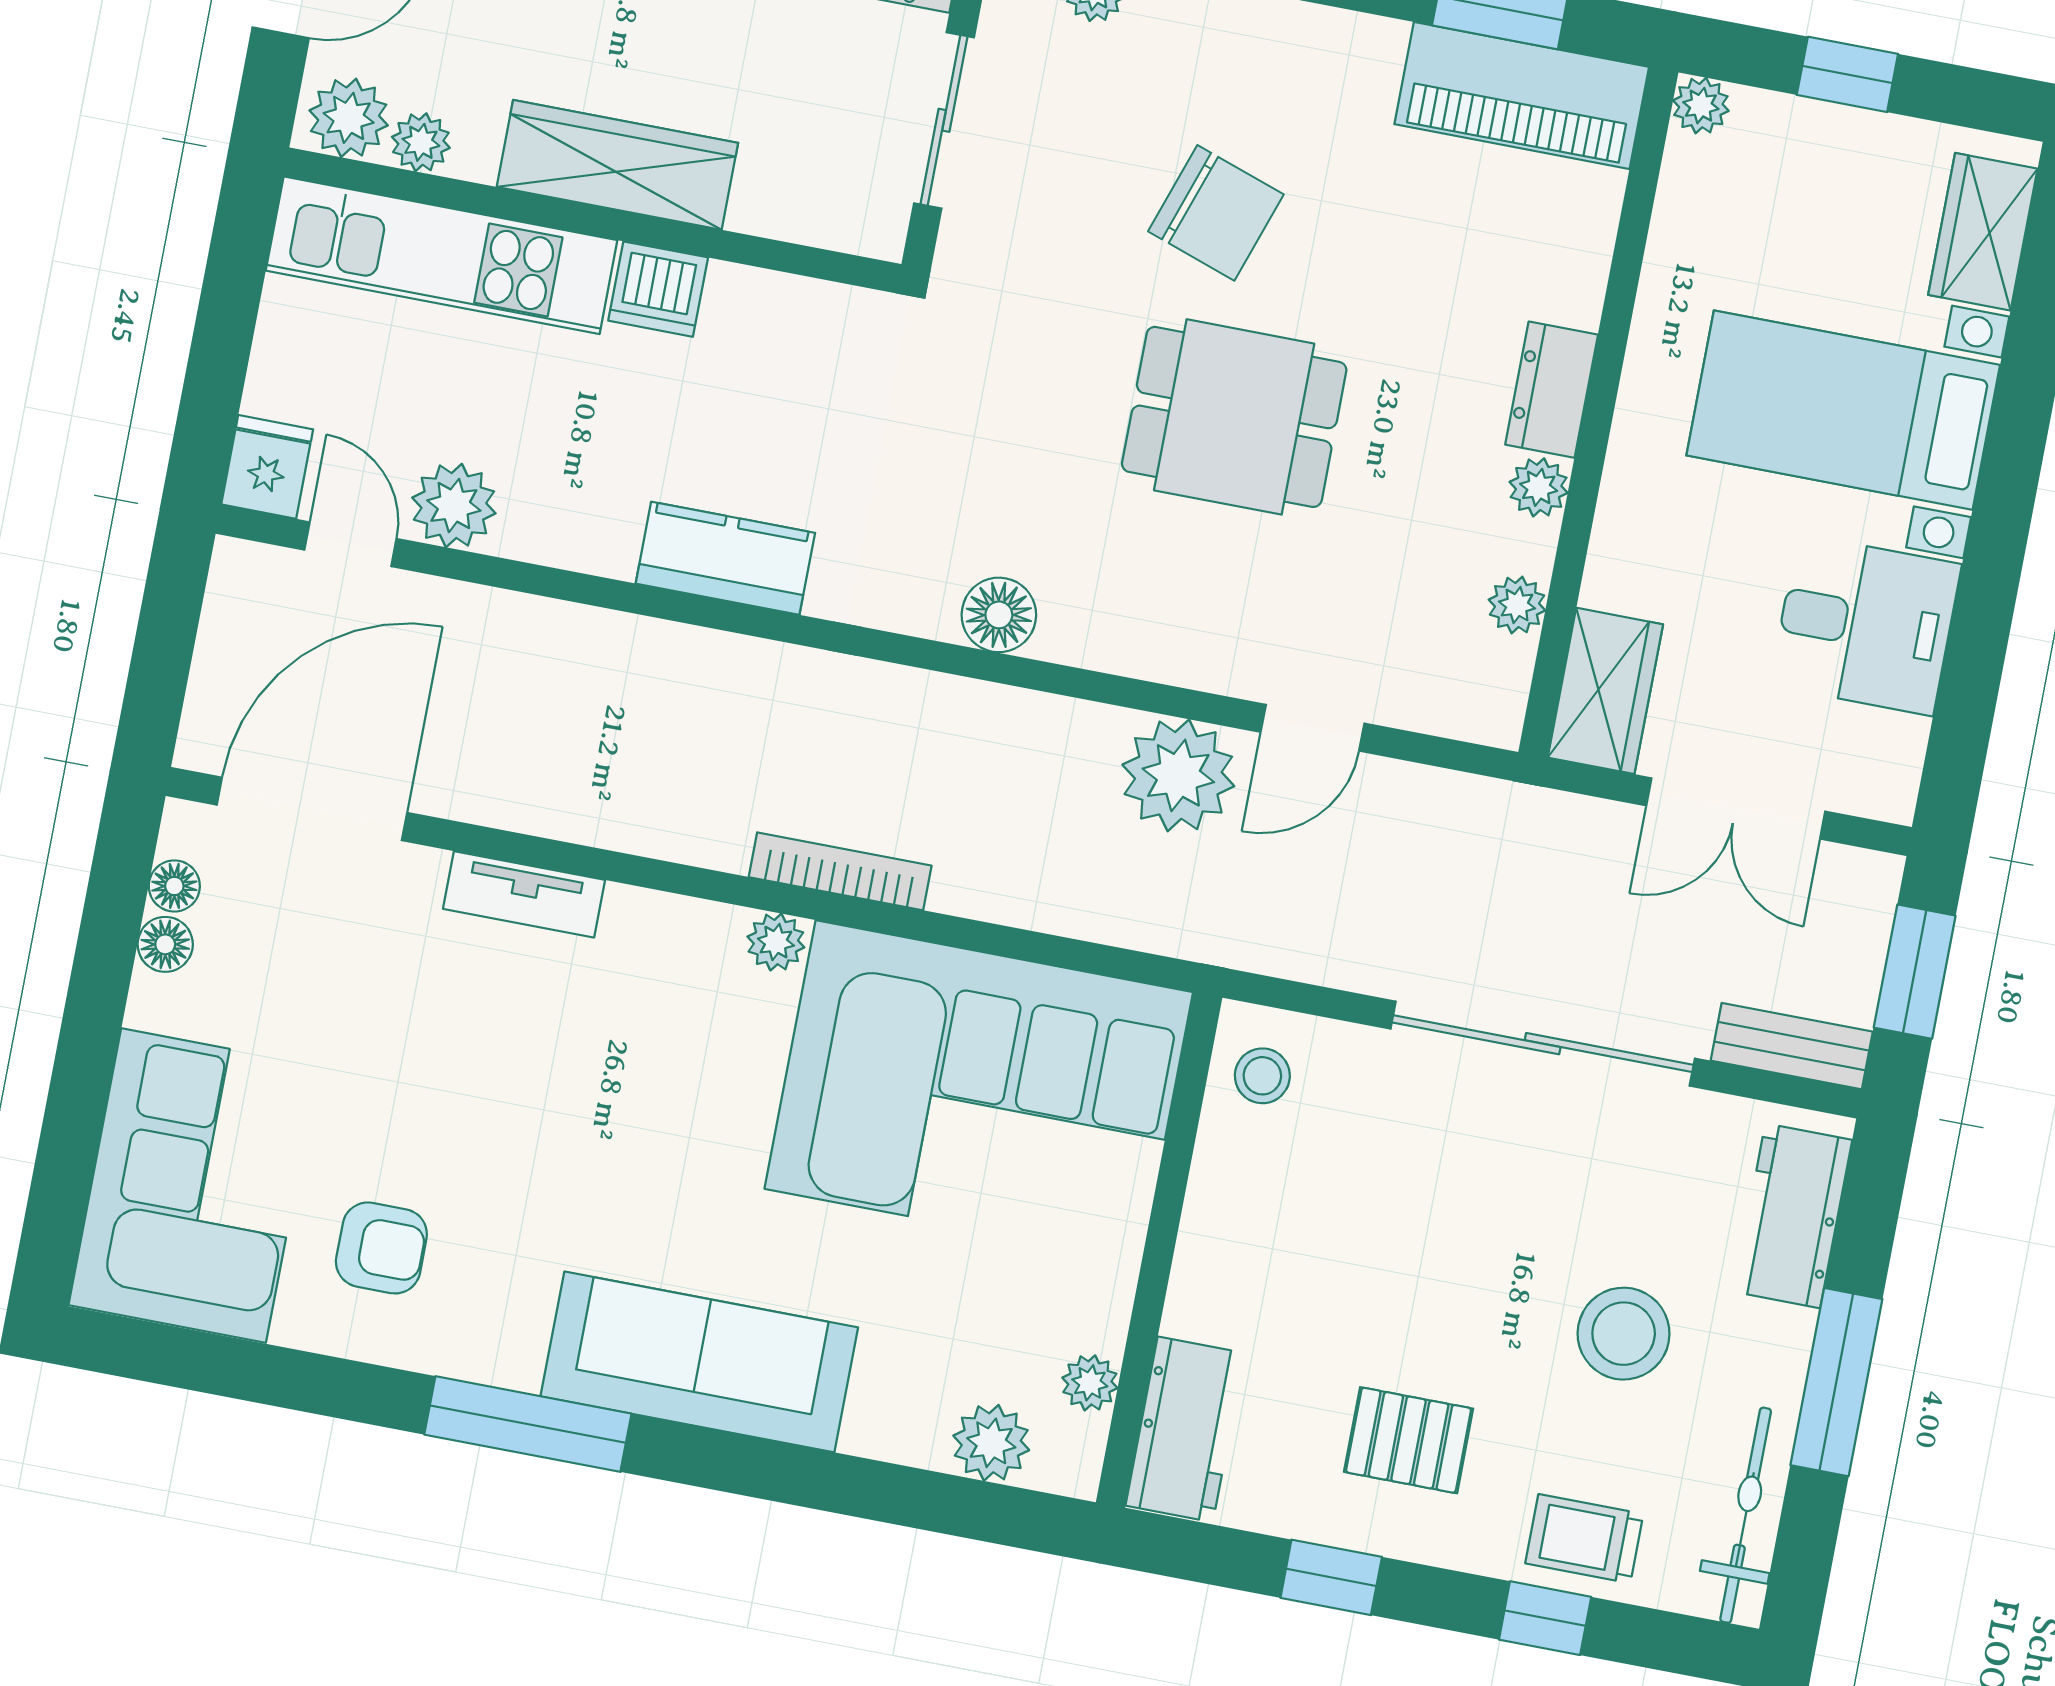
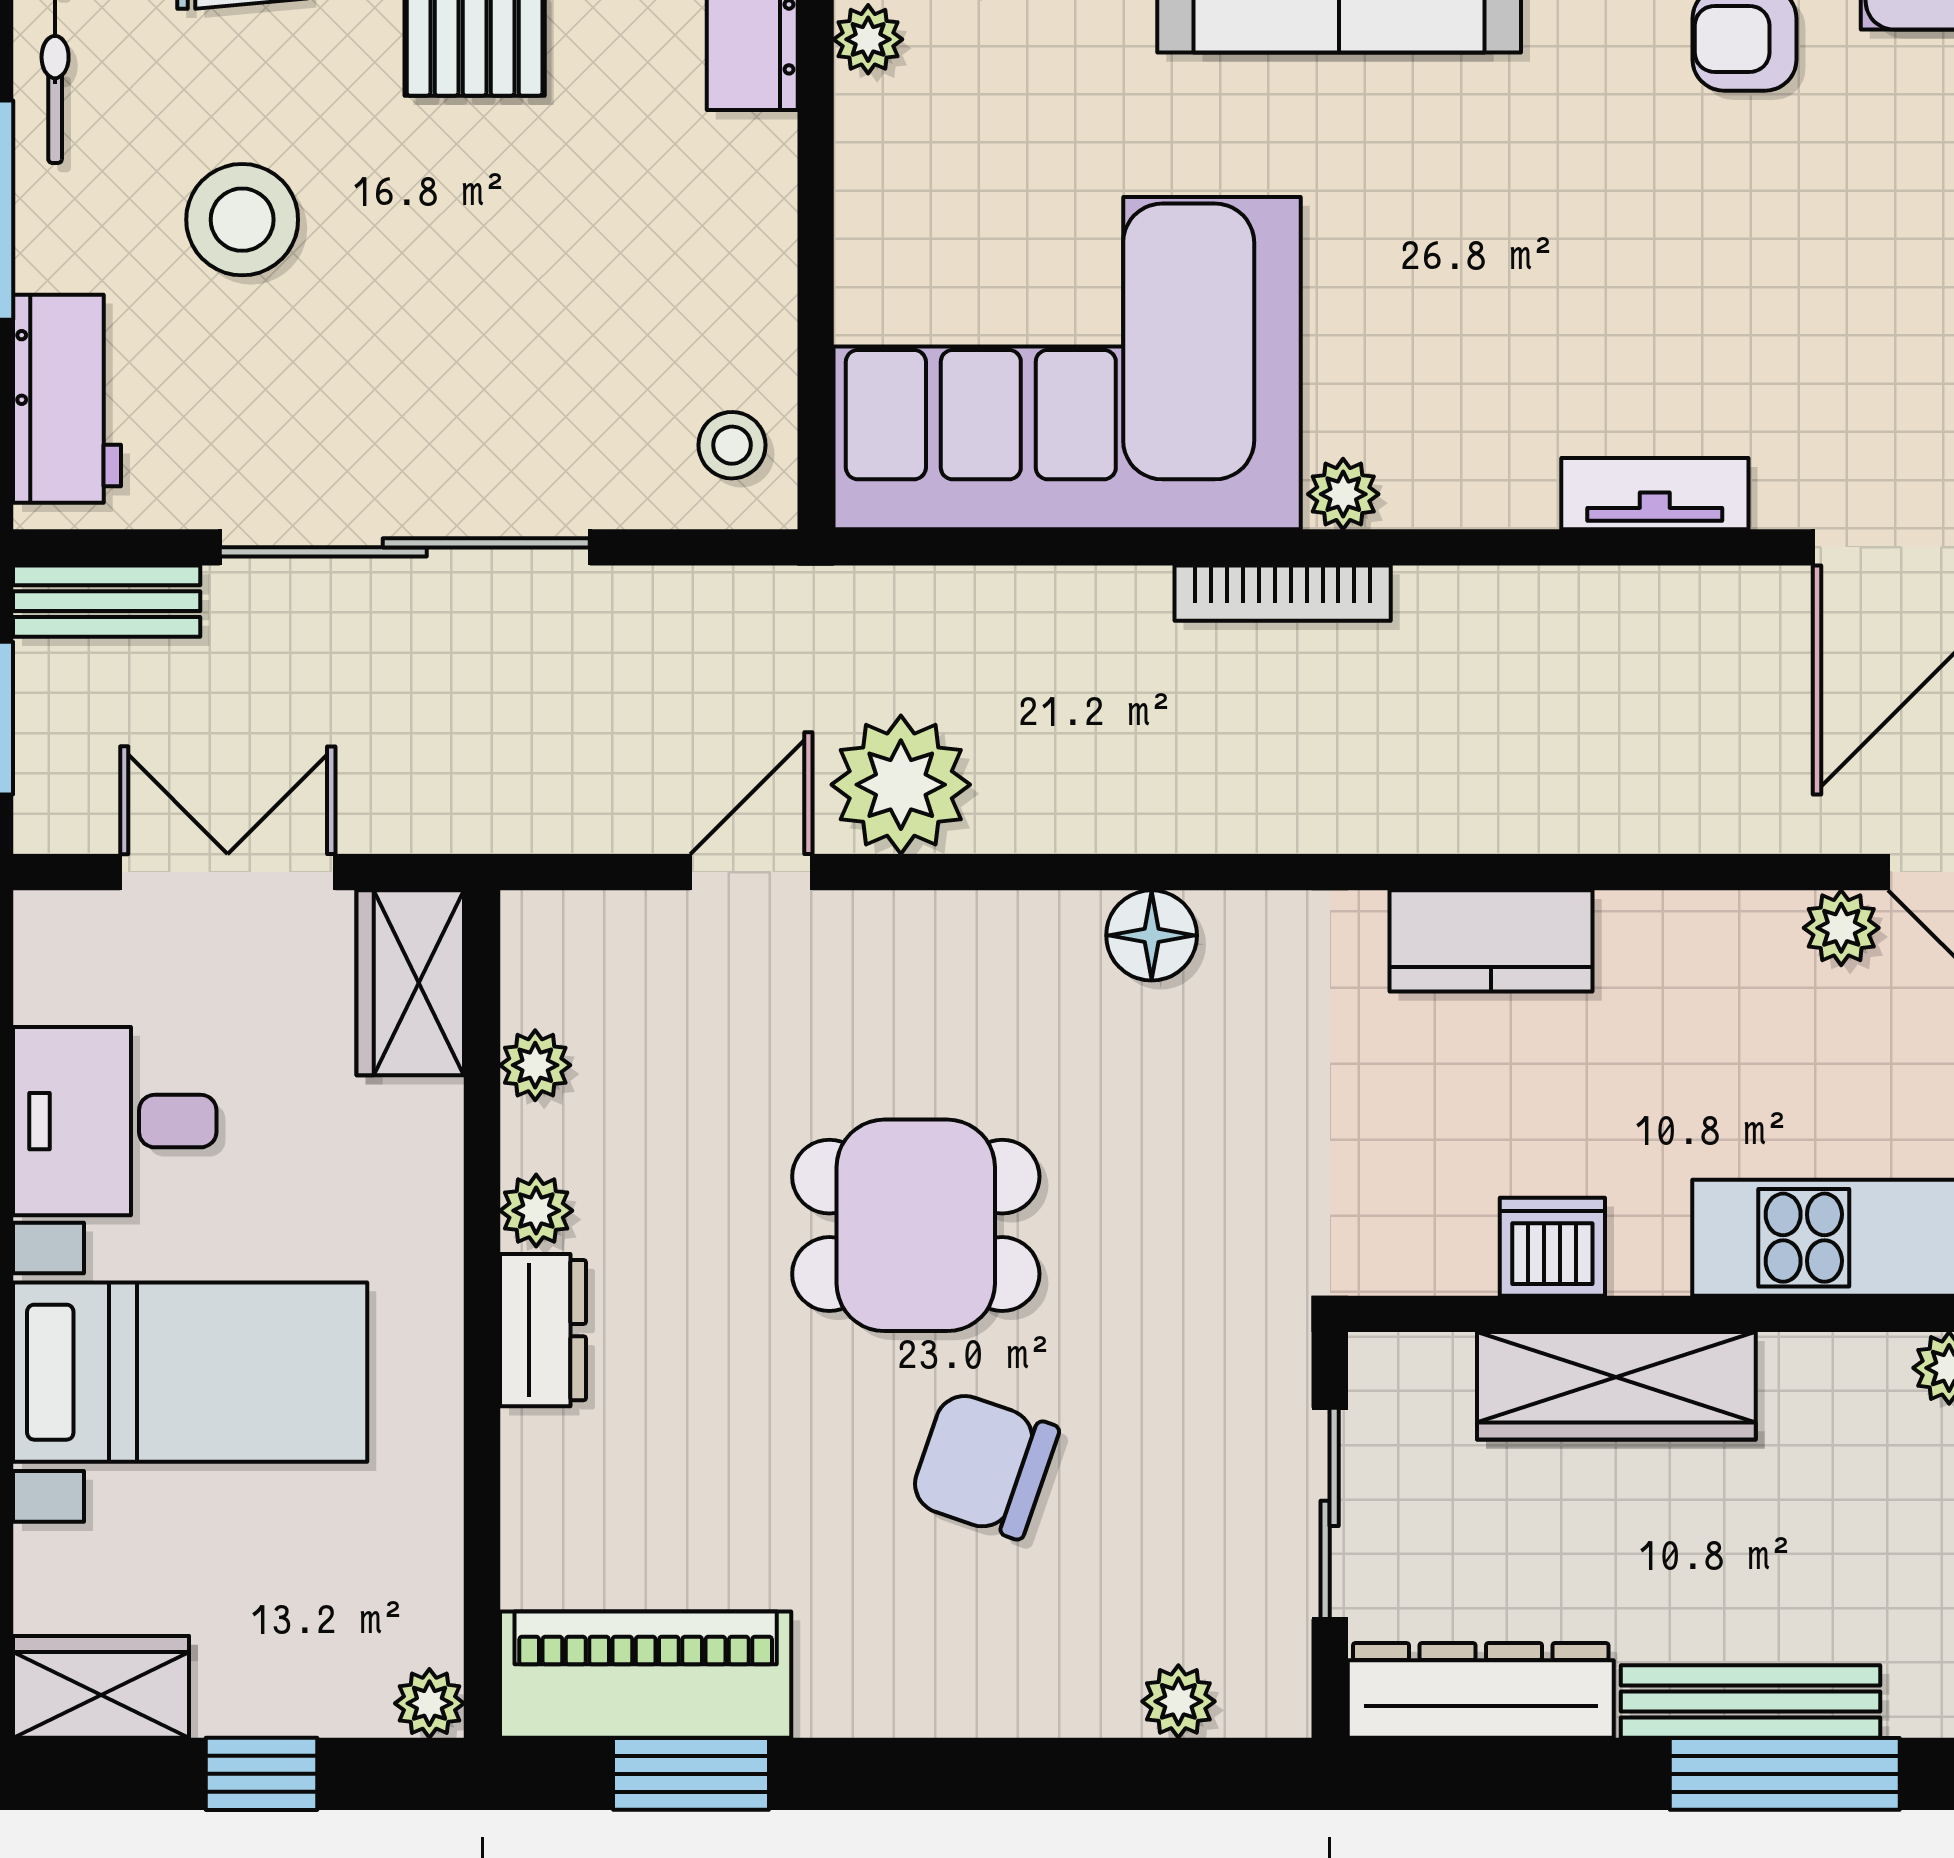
wardrobe: (617, 165) -> (1616, 1386), moved
wardrobe: (1983, 232) -> (101, 1687), moved, turned -90
dishwasher: (658, 289) -> (1552, 1247), moved
plant: (454, 505) -> (1841, 928), width x0.73, depth x0.73

